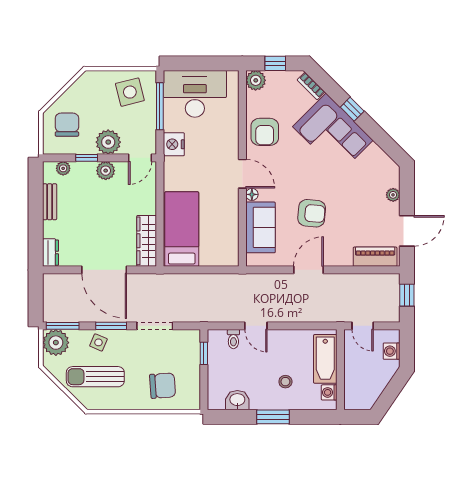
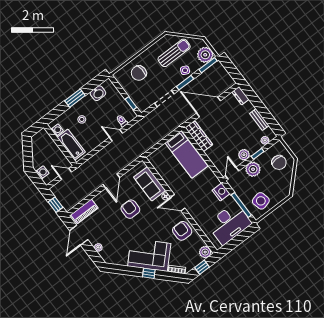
armchair: (312, 213) -> (130, 209), turned 85

